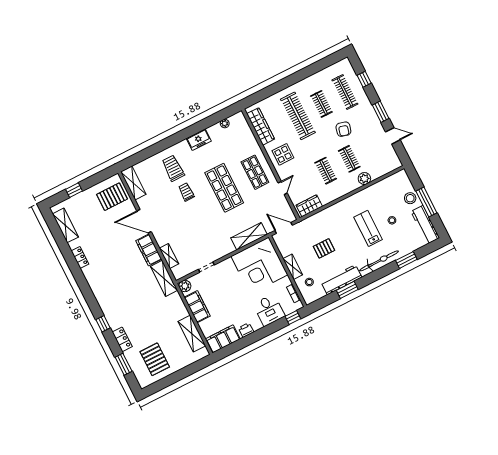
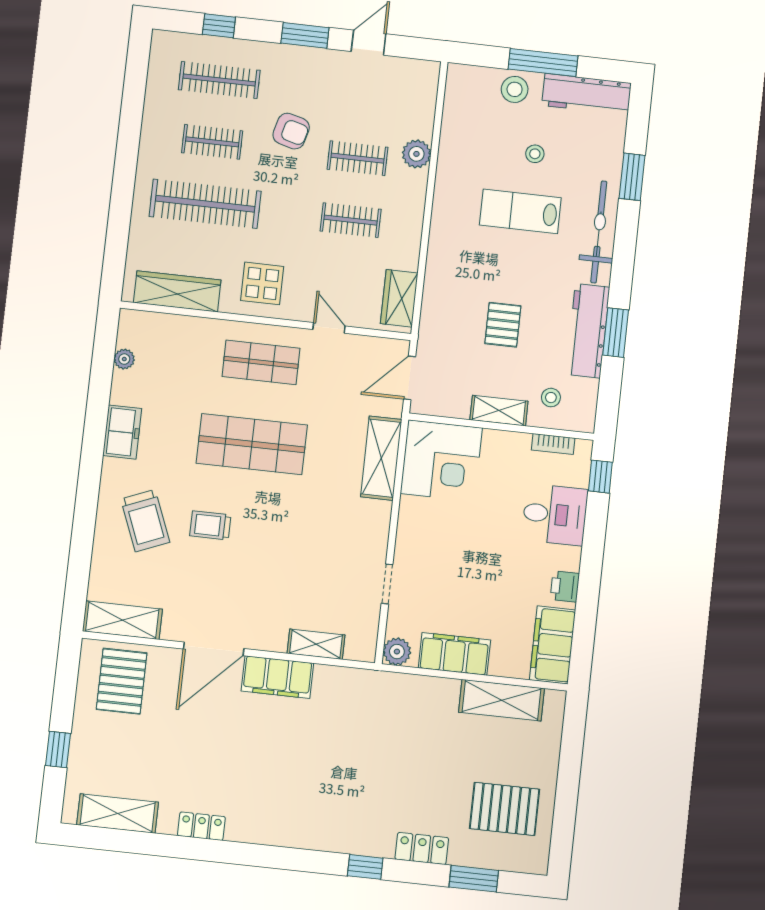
trolley: (173, 168) -> (145, 521), turned -112
corner desk: (259, 266) -> (441, 461), width x0.74, depth x0.74
shelving: (164, 278) -> (354, 684), removed

